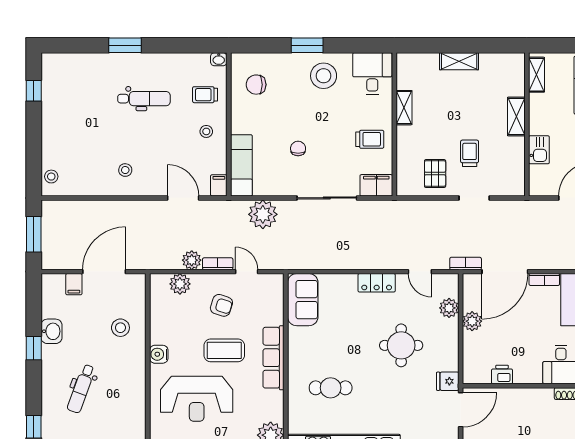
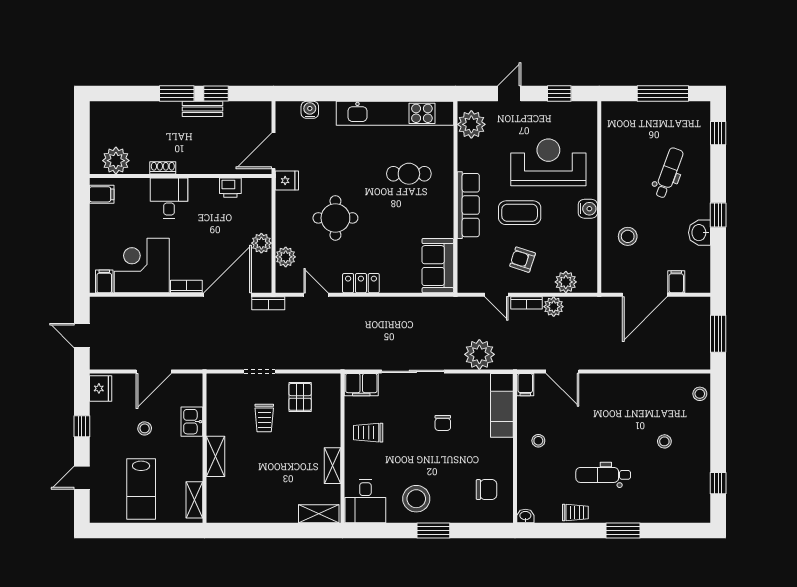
shelving: (459, 61) -> (319, 514), moved
trolley: (205, 95) -> (575, 513), moved
stool: (125, 170) -> (664, 441), moved

